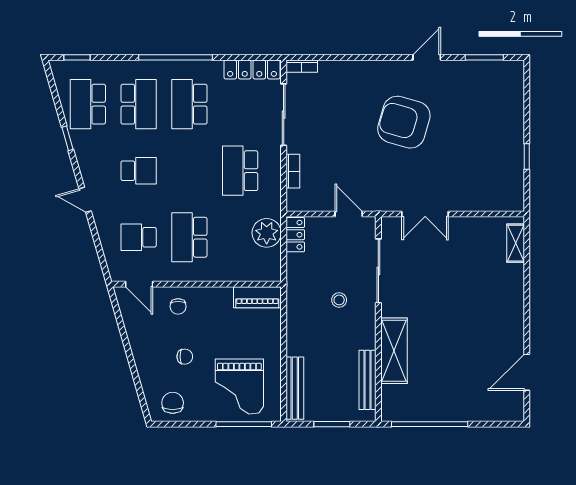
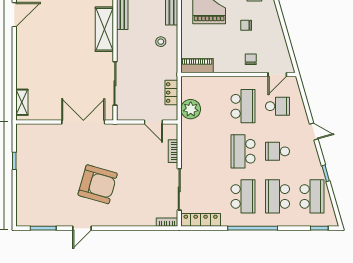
school desk: (240, 171) -> (243, 151), moved, turned 180
door: (349, 214) -> (153, 122), moved
double door: (425, 214) -> (83, 122), width x1.37
locker: (295, 235) -> (171, 93), moved
door: (139, 284) -> (277, 74), swing flipped
stool: (339, 300) -> (161, 42), moved

